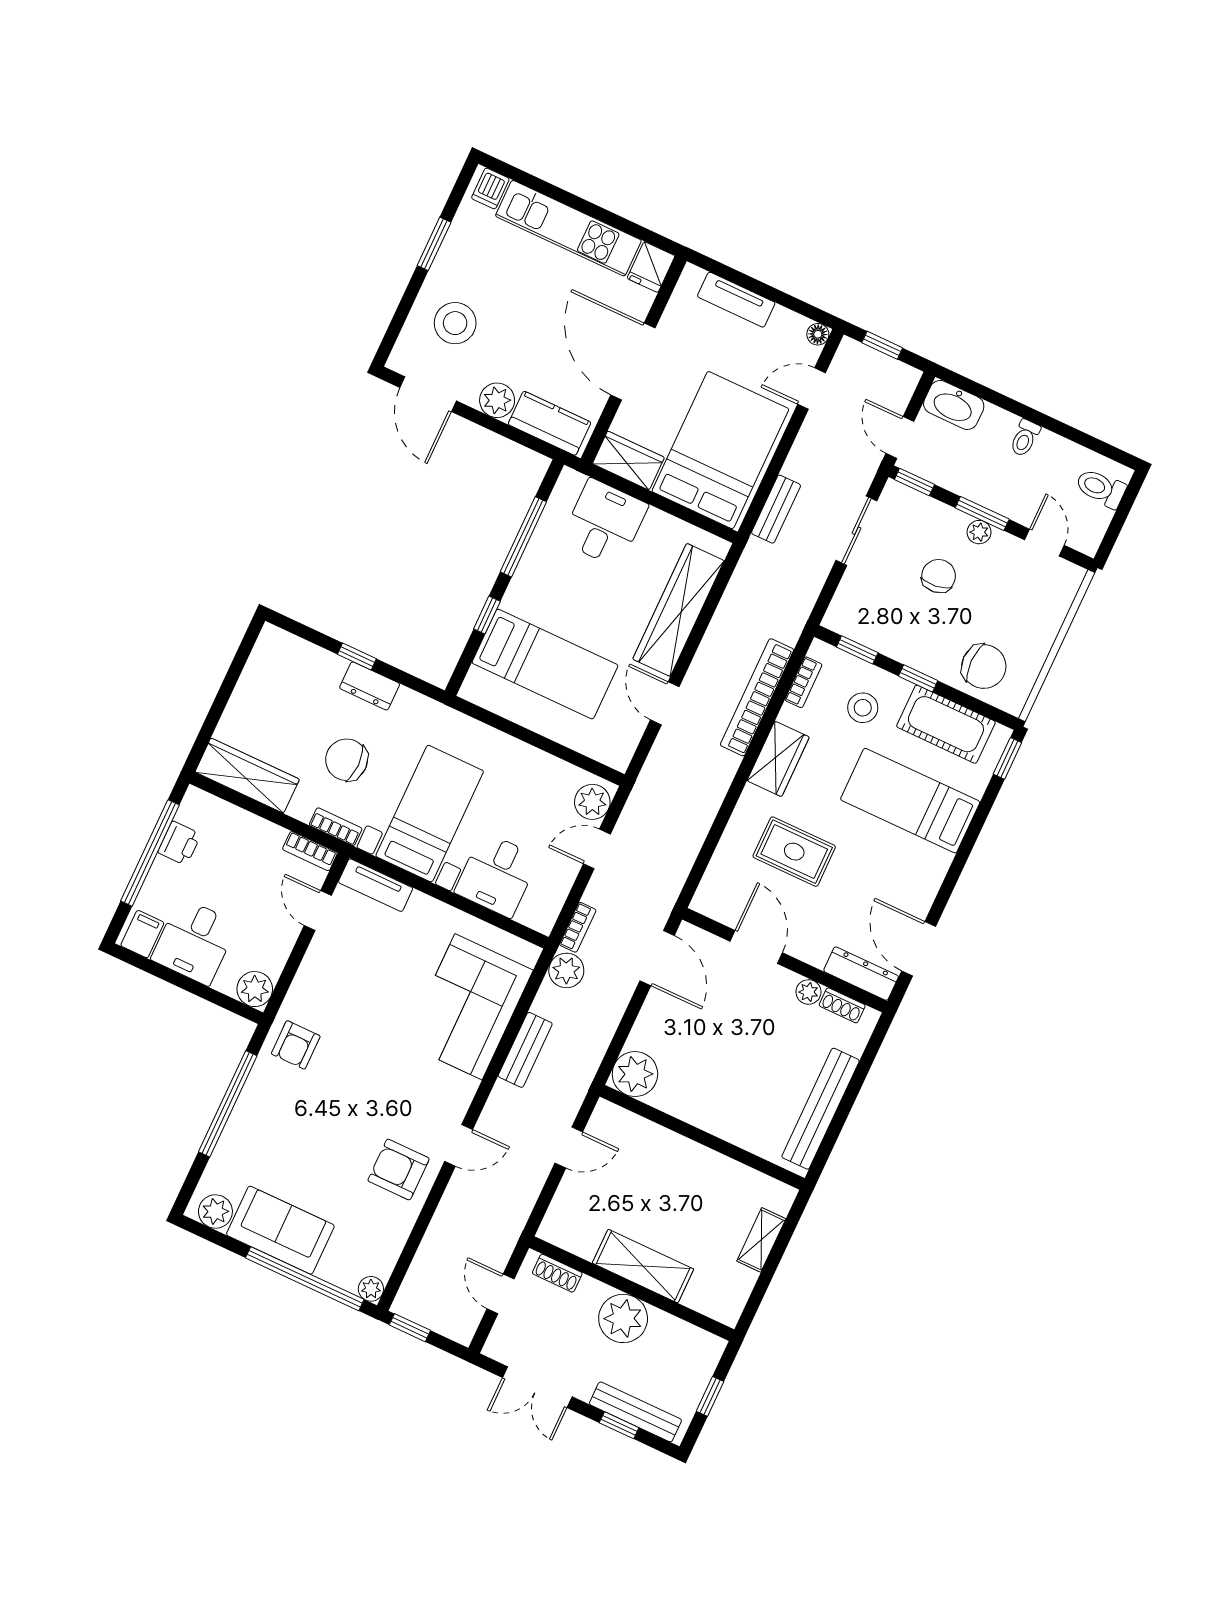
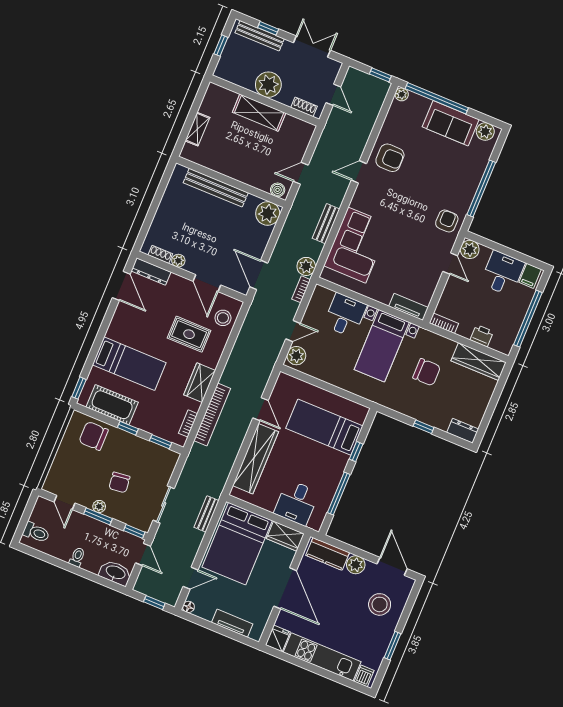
dresser: (370, 686) -> (463, 431), moved
stool: (863, 708) -> (223, 318), moved
bookcase: (336, 827) -> (431, 337), removed
printer: (179, 843) -> (482, 336), moved, turned 90
door: (318, 911) -> (450, 264), moved
bench: (821, 1109) -> (216, 188), moved, turned 90
boiler: (614, 1118) -> (278, 190), added

